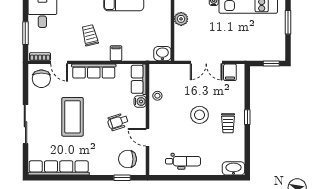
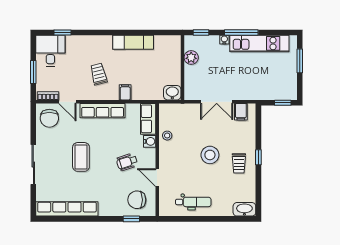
coffee table: (72, 117) -> (81, 157), width x0.73, depth x0.76

